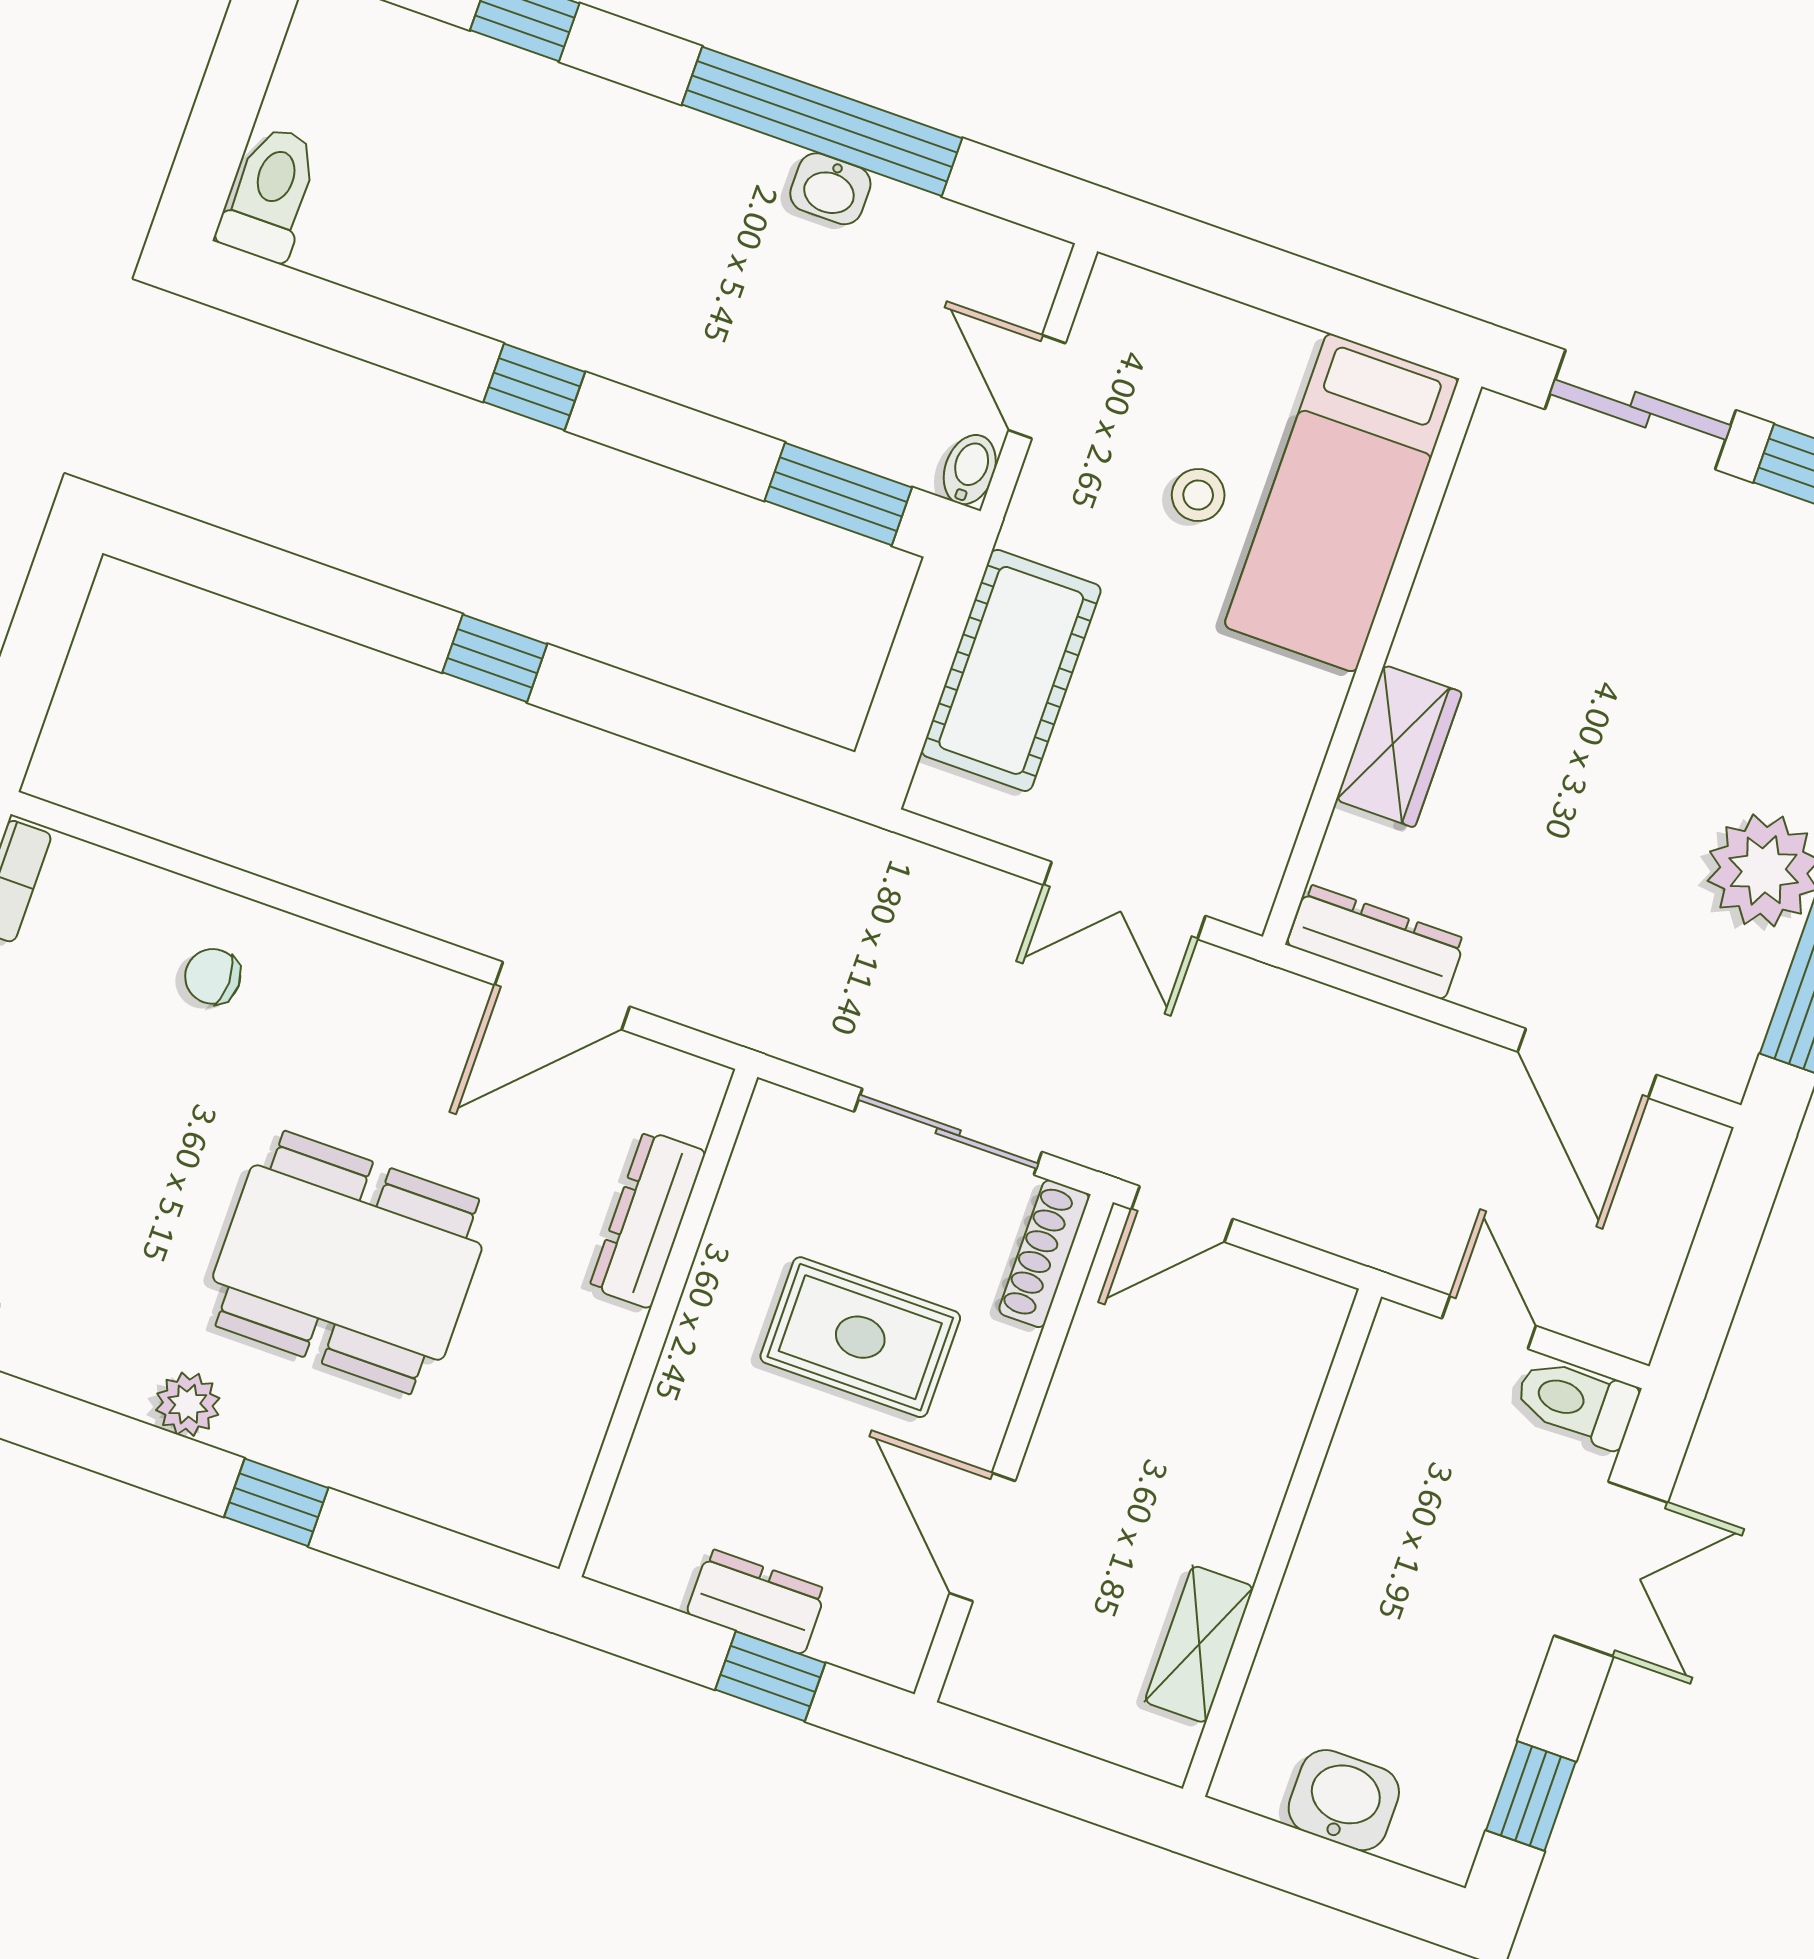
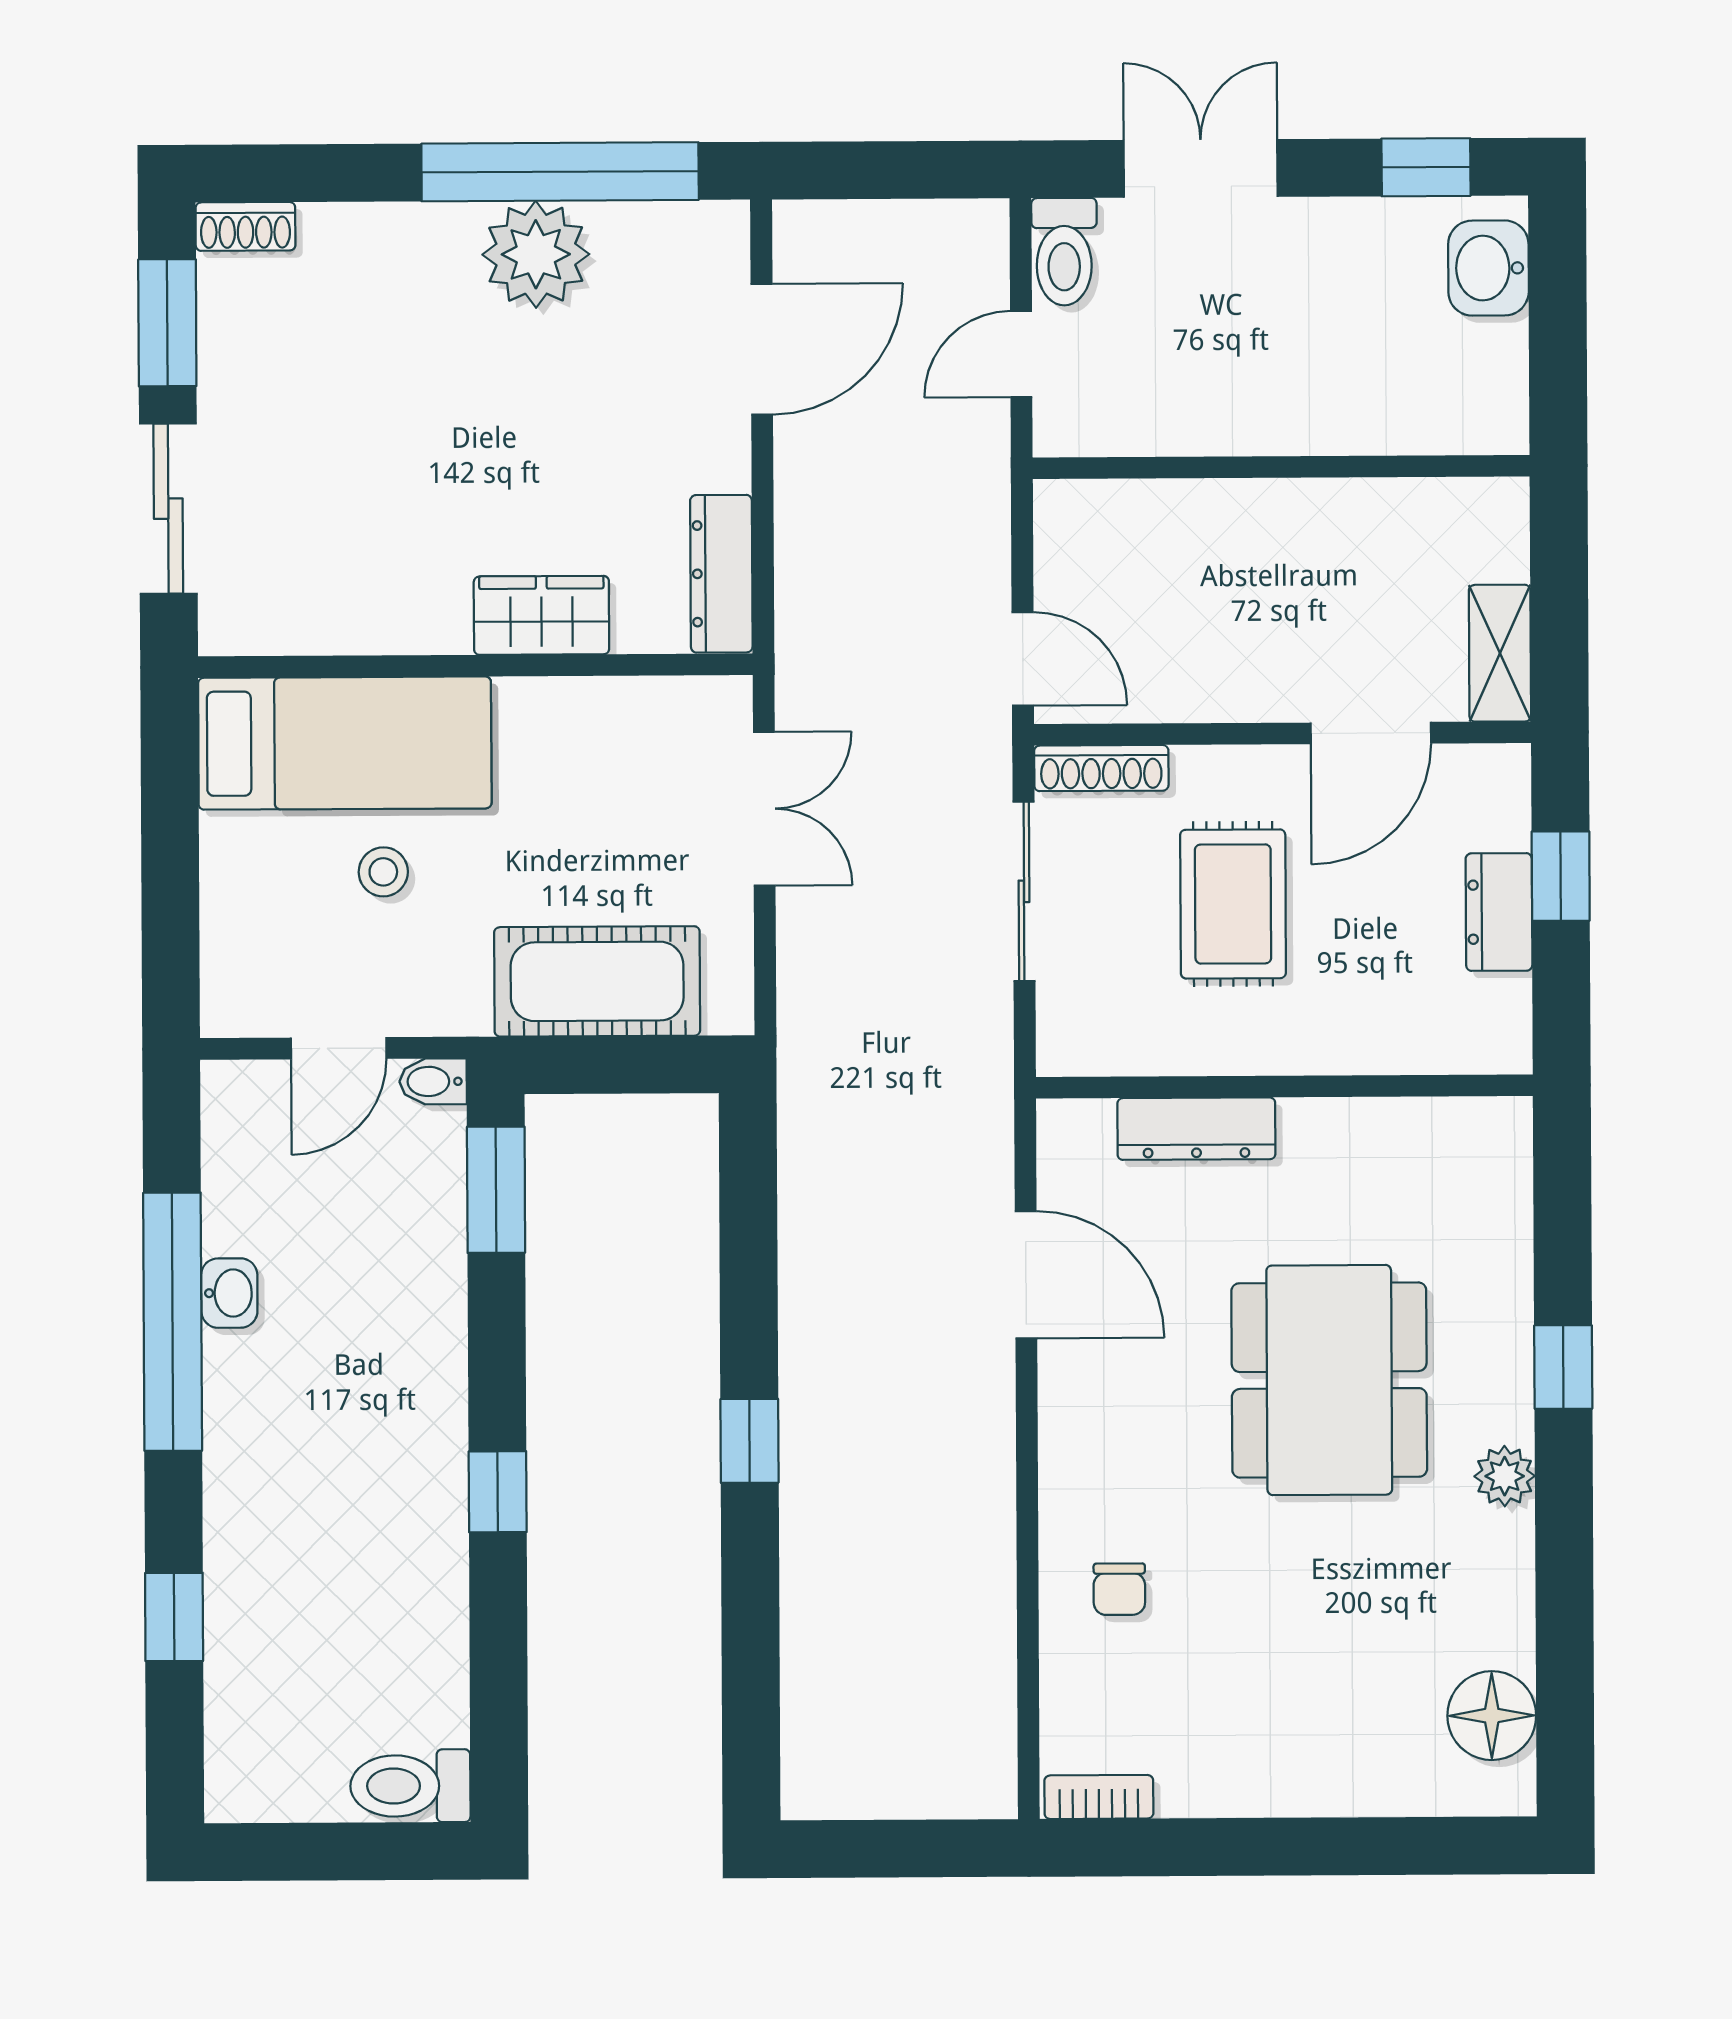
shelving: (1199, 1644) -> (1500, 653), moved, turned 90
washbasin: (1344, 1800) -> (1488, 268), moved

